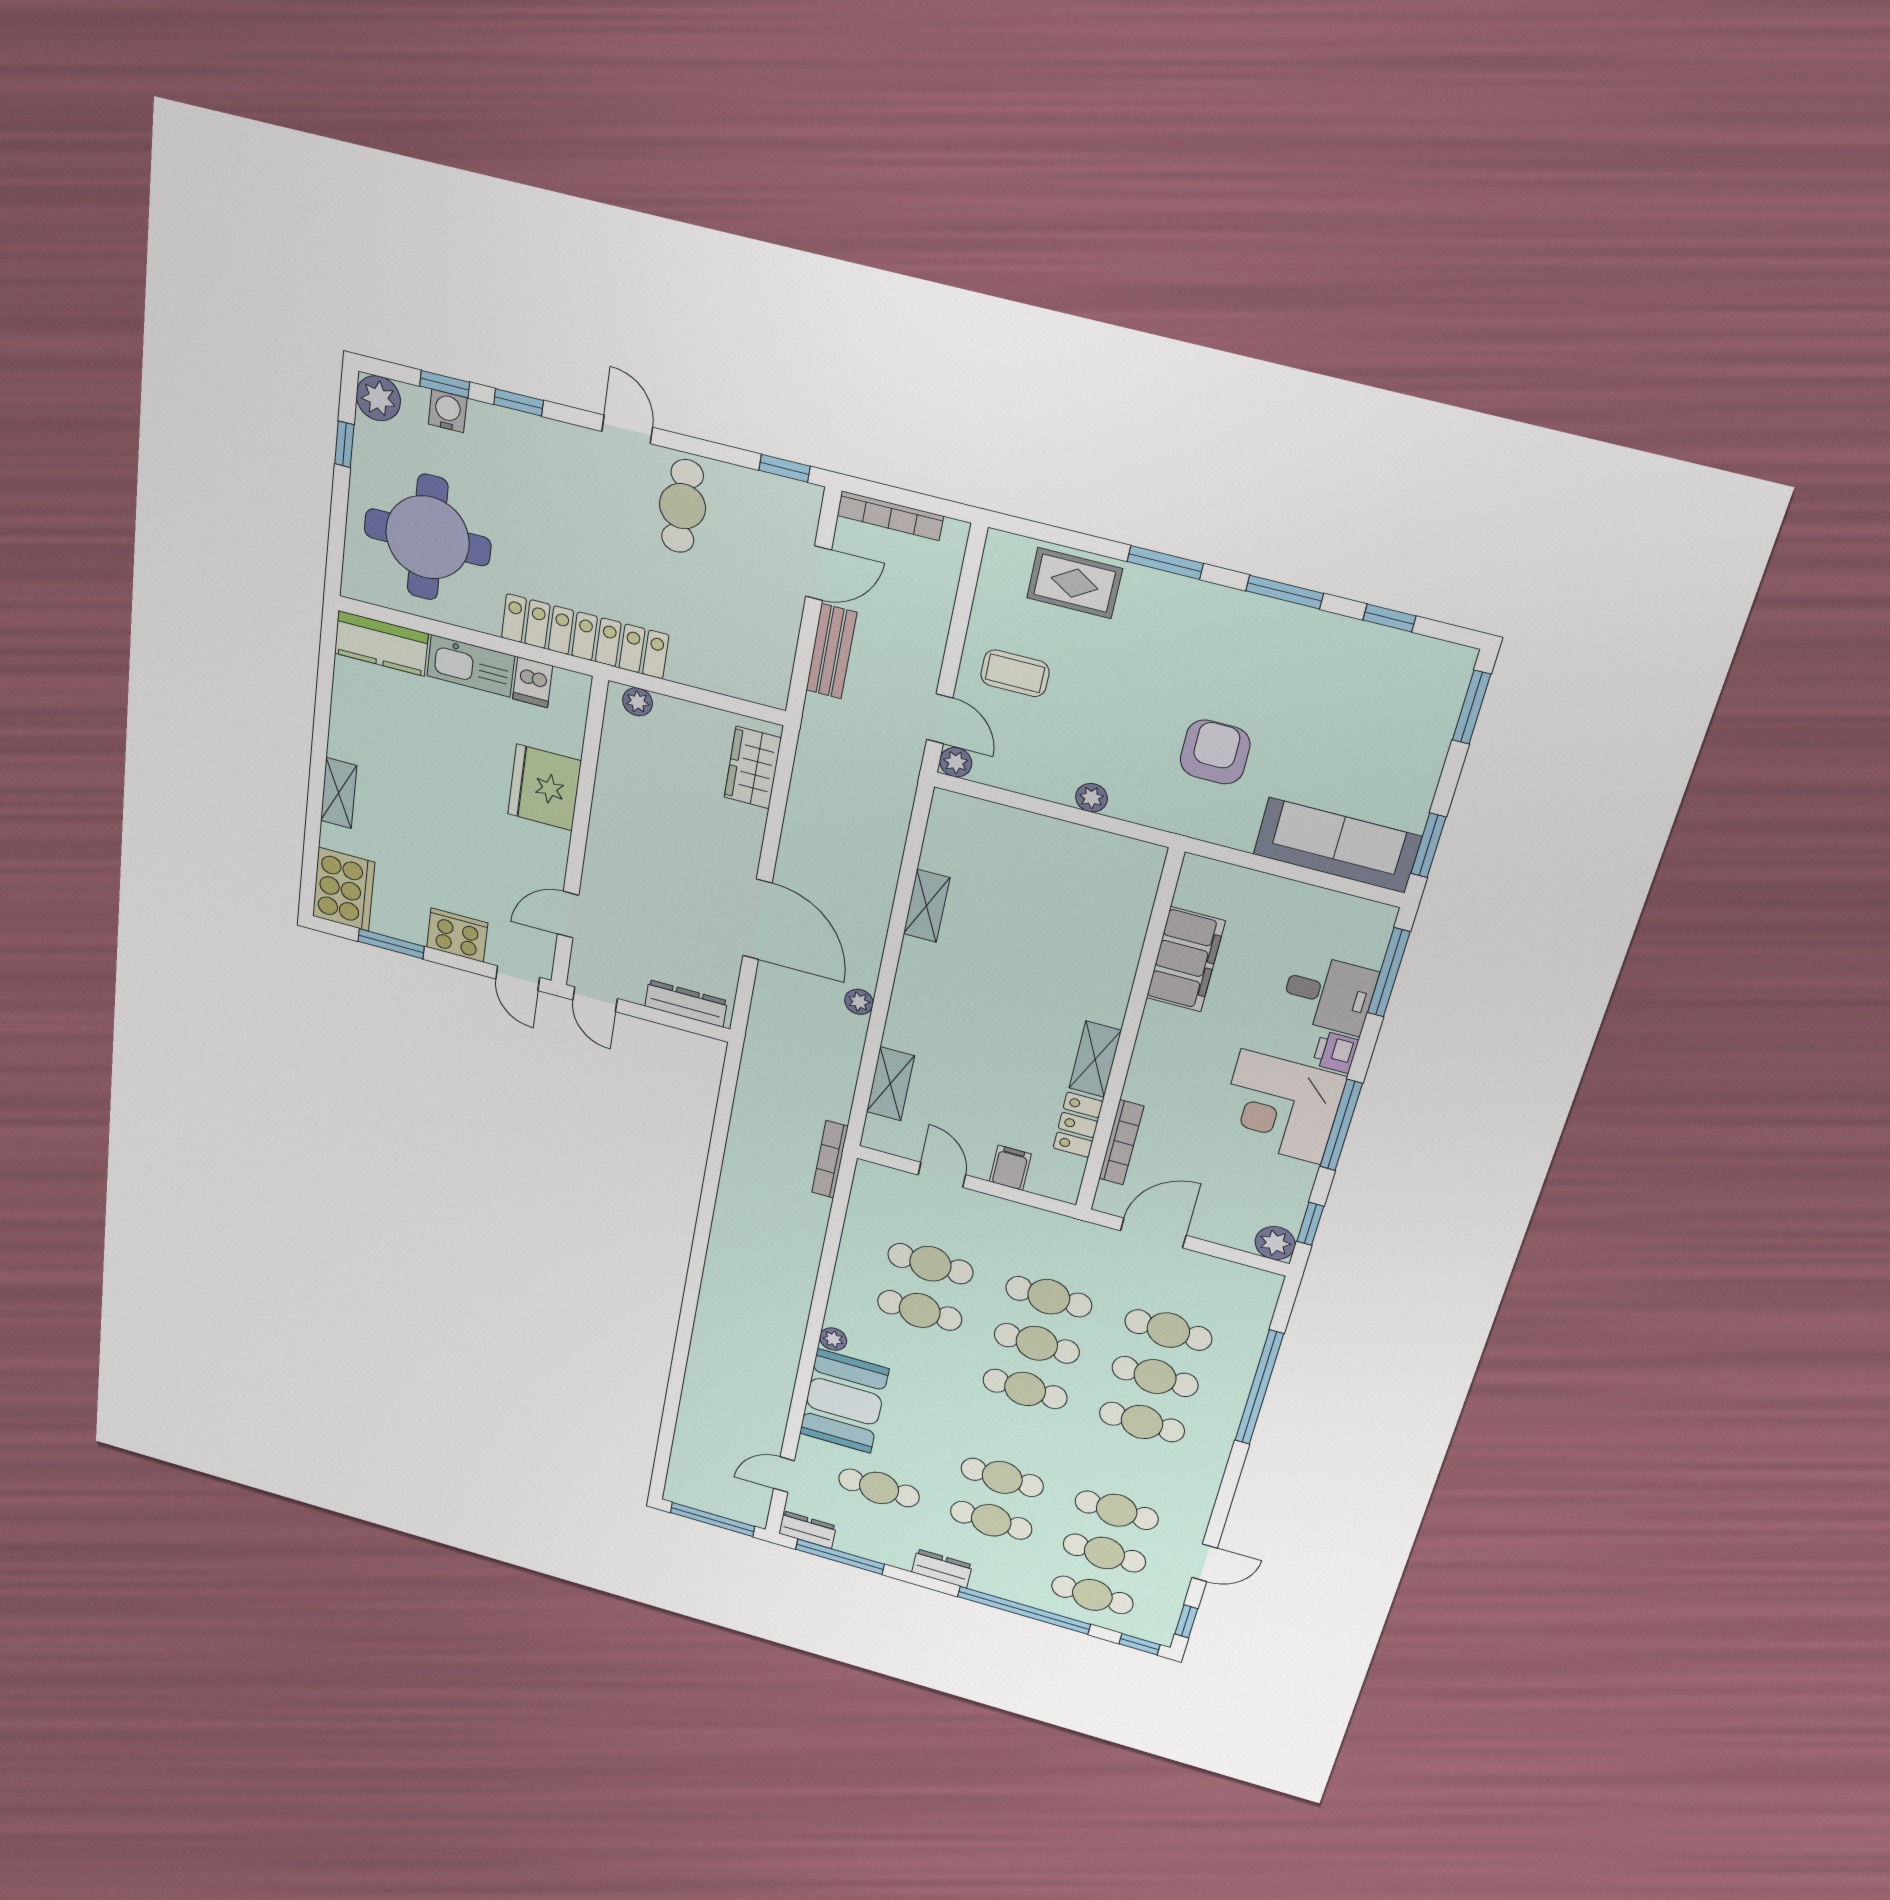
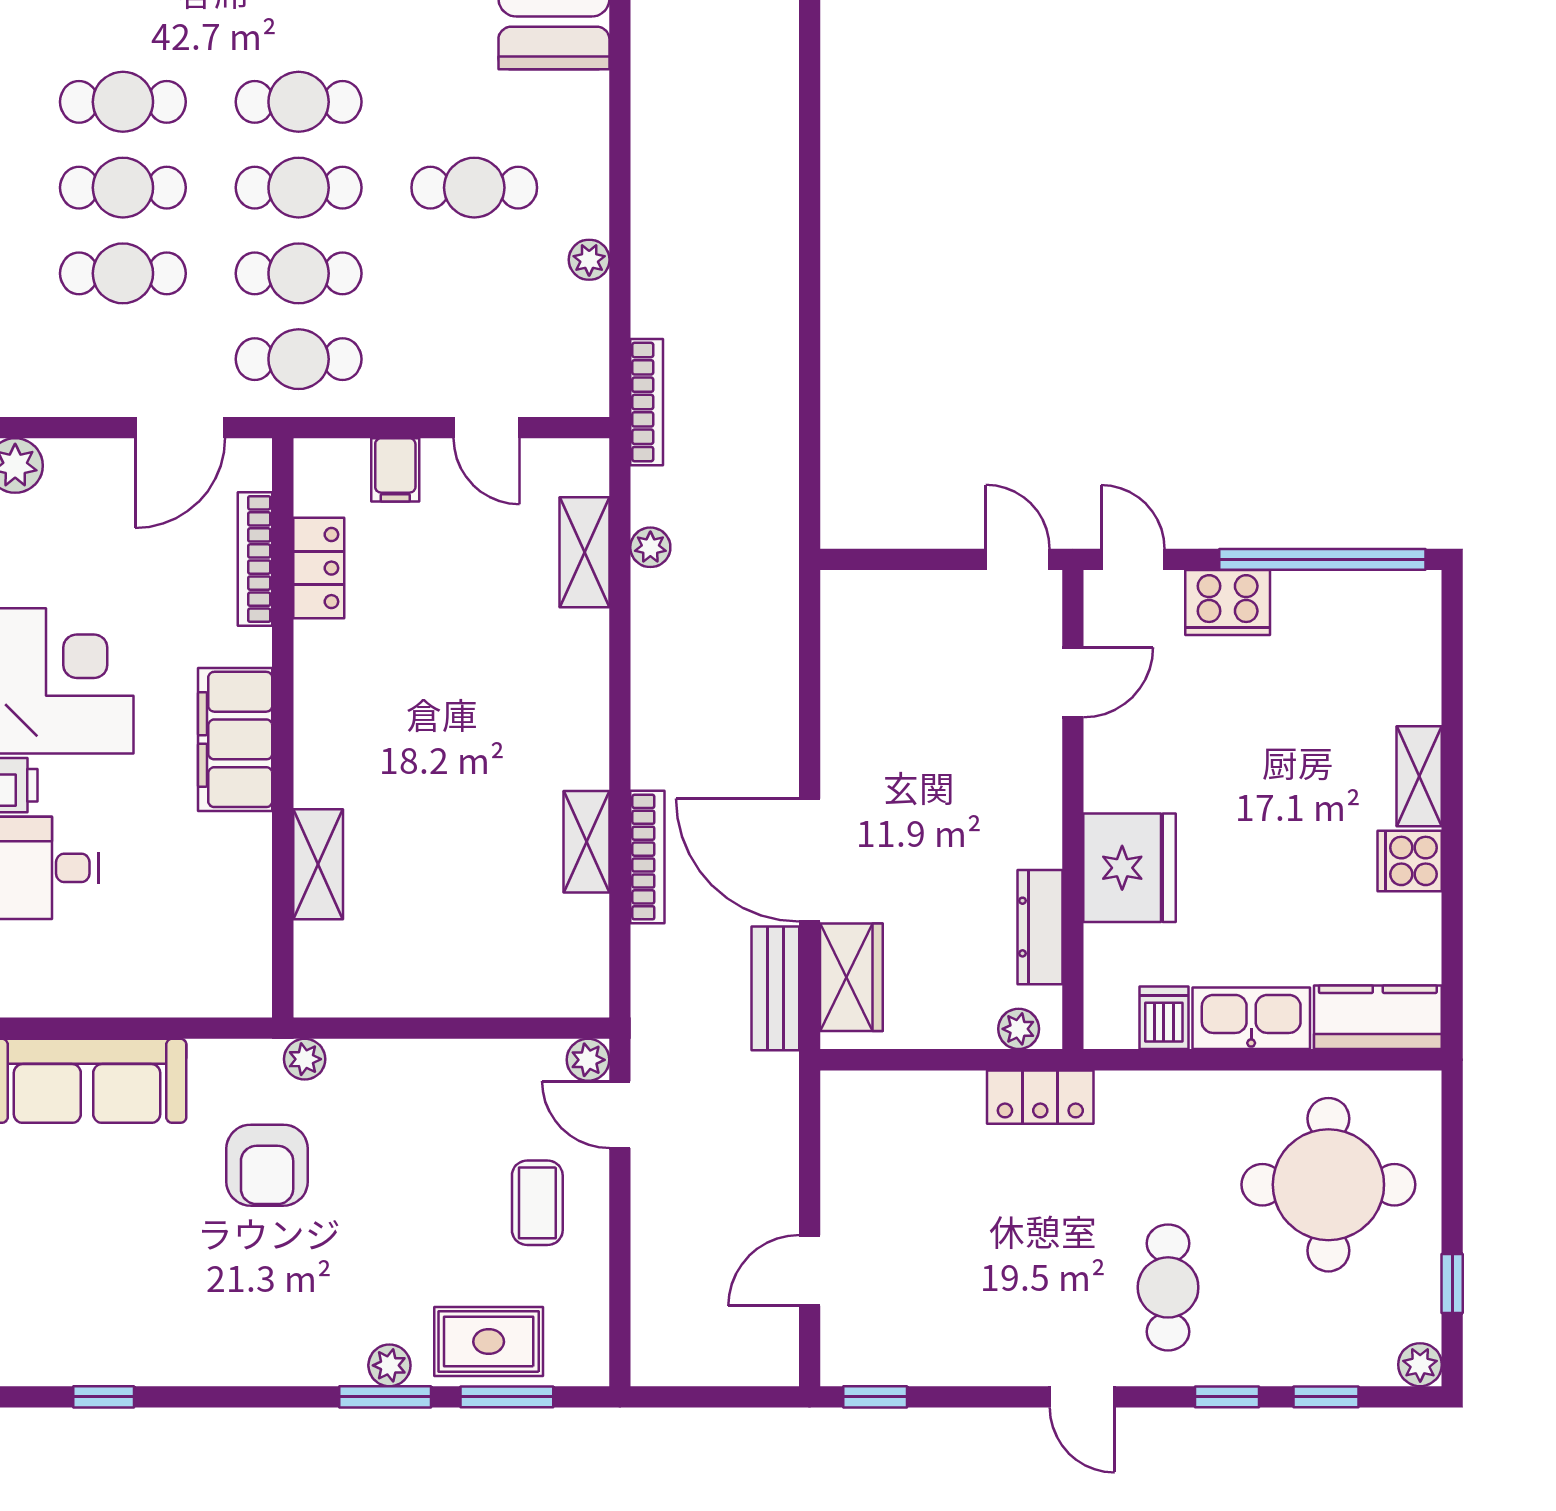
plant: (378, 398) -> (1420, 1365), width x0.73, depth x0.73
water cooler: (448, 411) -> (1318, 1362), removed
cafe table: (682, 506) -> (1168, 1287), moved
bookcase: (890, 516) -> (647, 857), moved, turned 90
plant: (1156, 585) -> (389, 1365), added
window: (1285, 592) -> (507, 1397), moved
locker: (585, 636) -> (1040, 1097), width x0.46, depth x0.83
bench: (831, 651) -> (775, 988), moved
coffee table: (1015, 673) -> (537, 1203), turned 90
plant: (1092, 798) -> (305, 1059), moved
cooker: (344, 889) -> (1410, 861), moved, width x0.53, depth x0.76
door: (757, 919) -> (810, 860), moved
window: (391, 944) -> (1322, 559), width x2.11
filing cabinet: (1186, 959) -> (235, 739), moved
plant: (859, 1002) -> (650, 547), moved
dresser: (686, 1003) -> (1040, 927), moved, turned 90
shelving: (1095, 1059) -> (318, 864), moved
cafe table: (930, 1264) -> (299, 359), moved
plant: (833, 1339) -> (589, 260), moved

